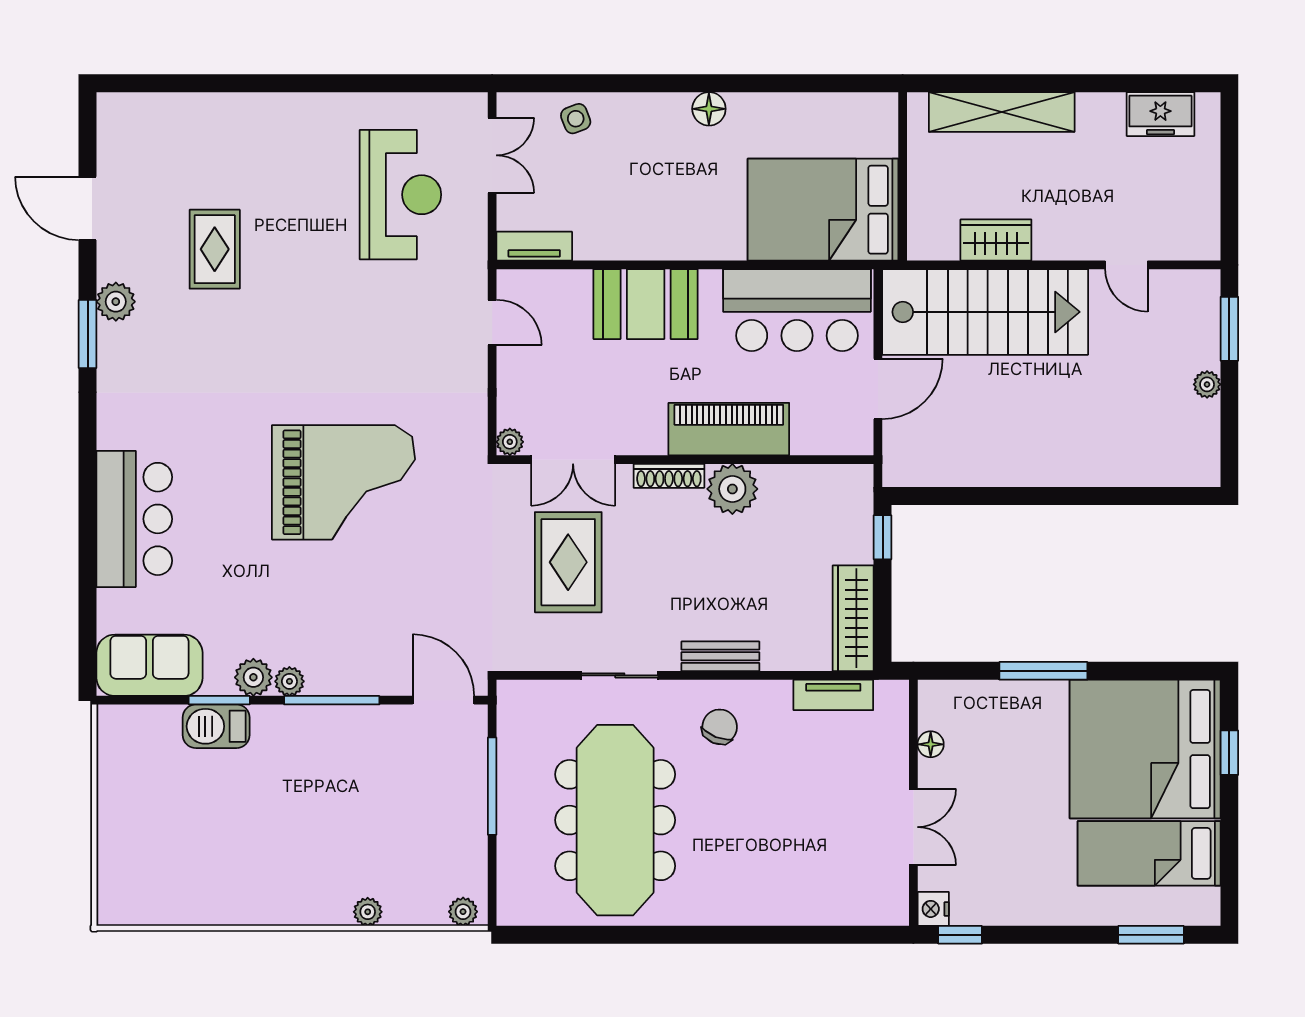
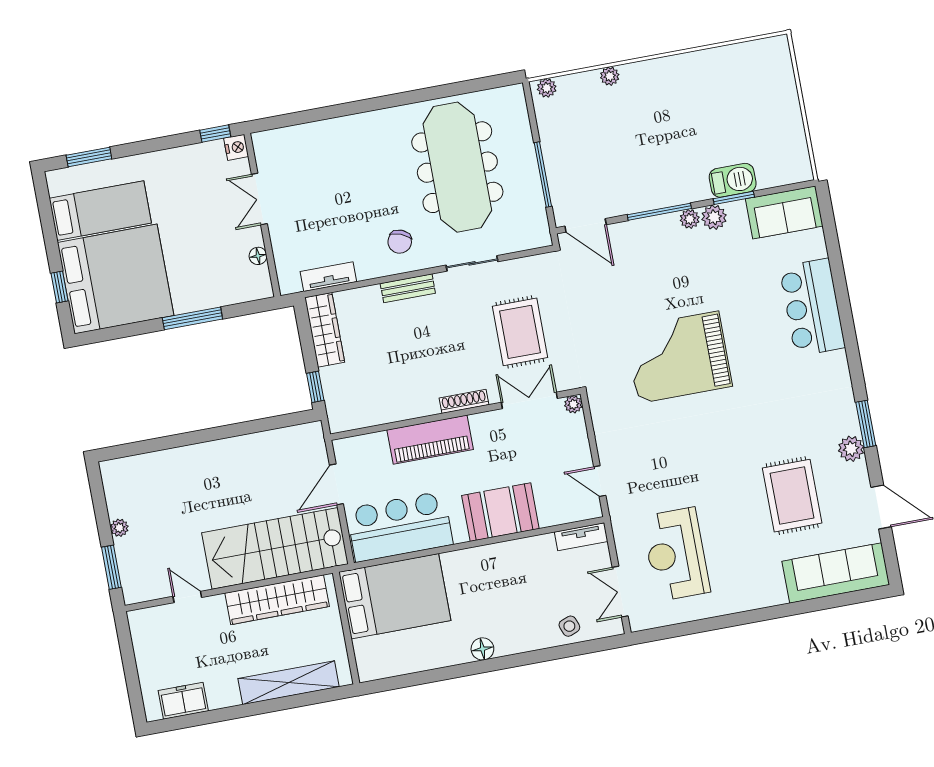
sofa: (172, 124) -> (836, 573), added
wardrobe: (996, 240) -> (277, 600), width x2.10, depth x1.17
rug: (215, 249) -> (792, 496), width x1.36, depth x1.43
plant: (732, 489) -> (420, 400), removed

